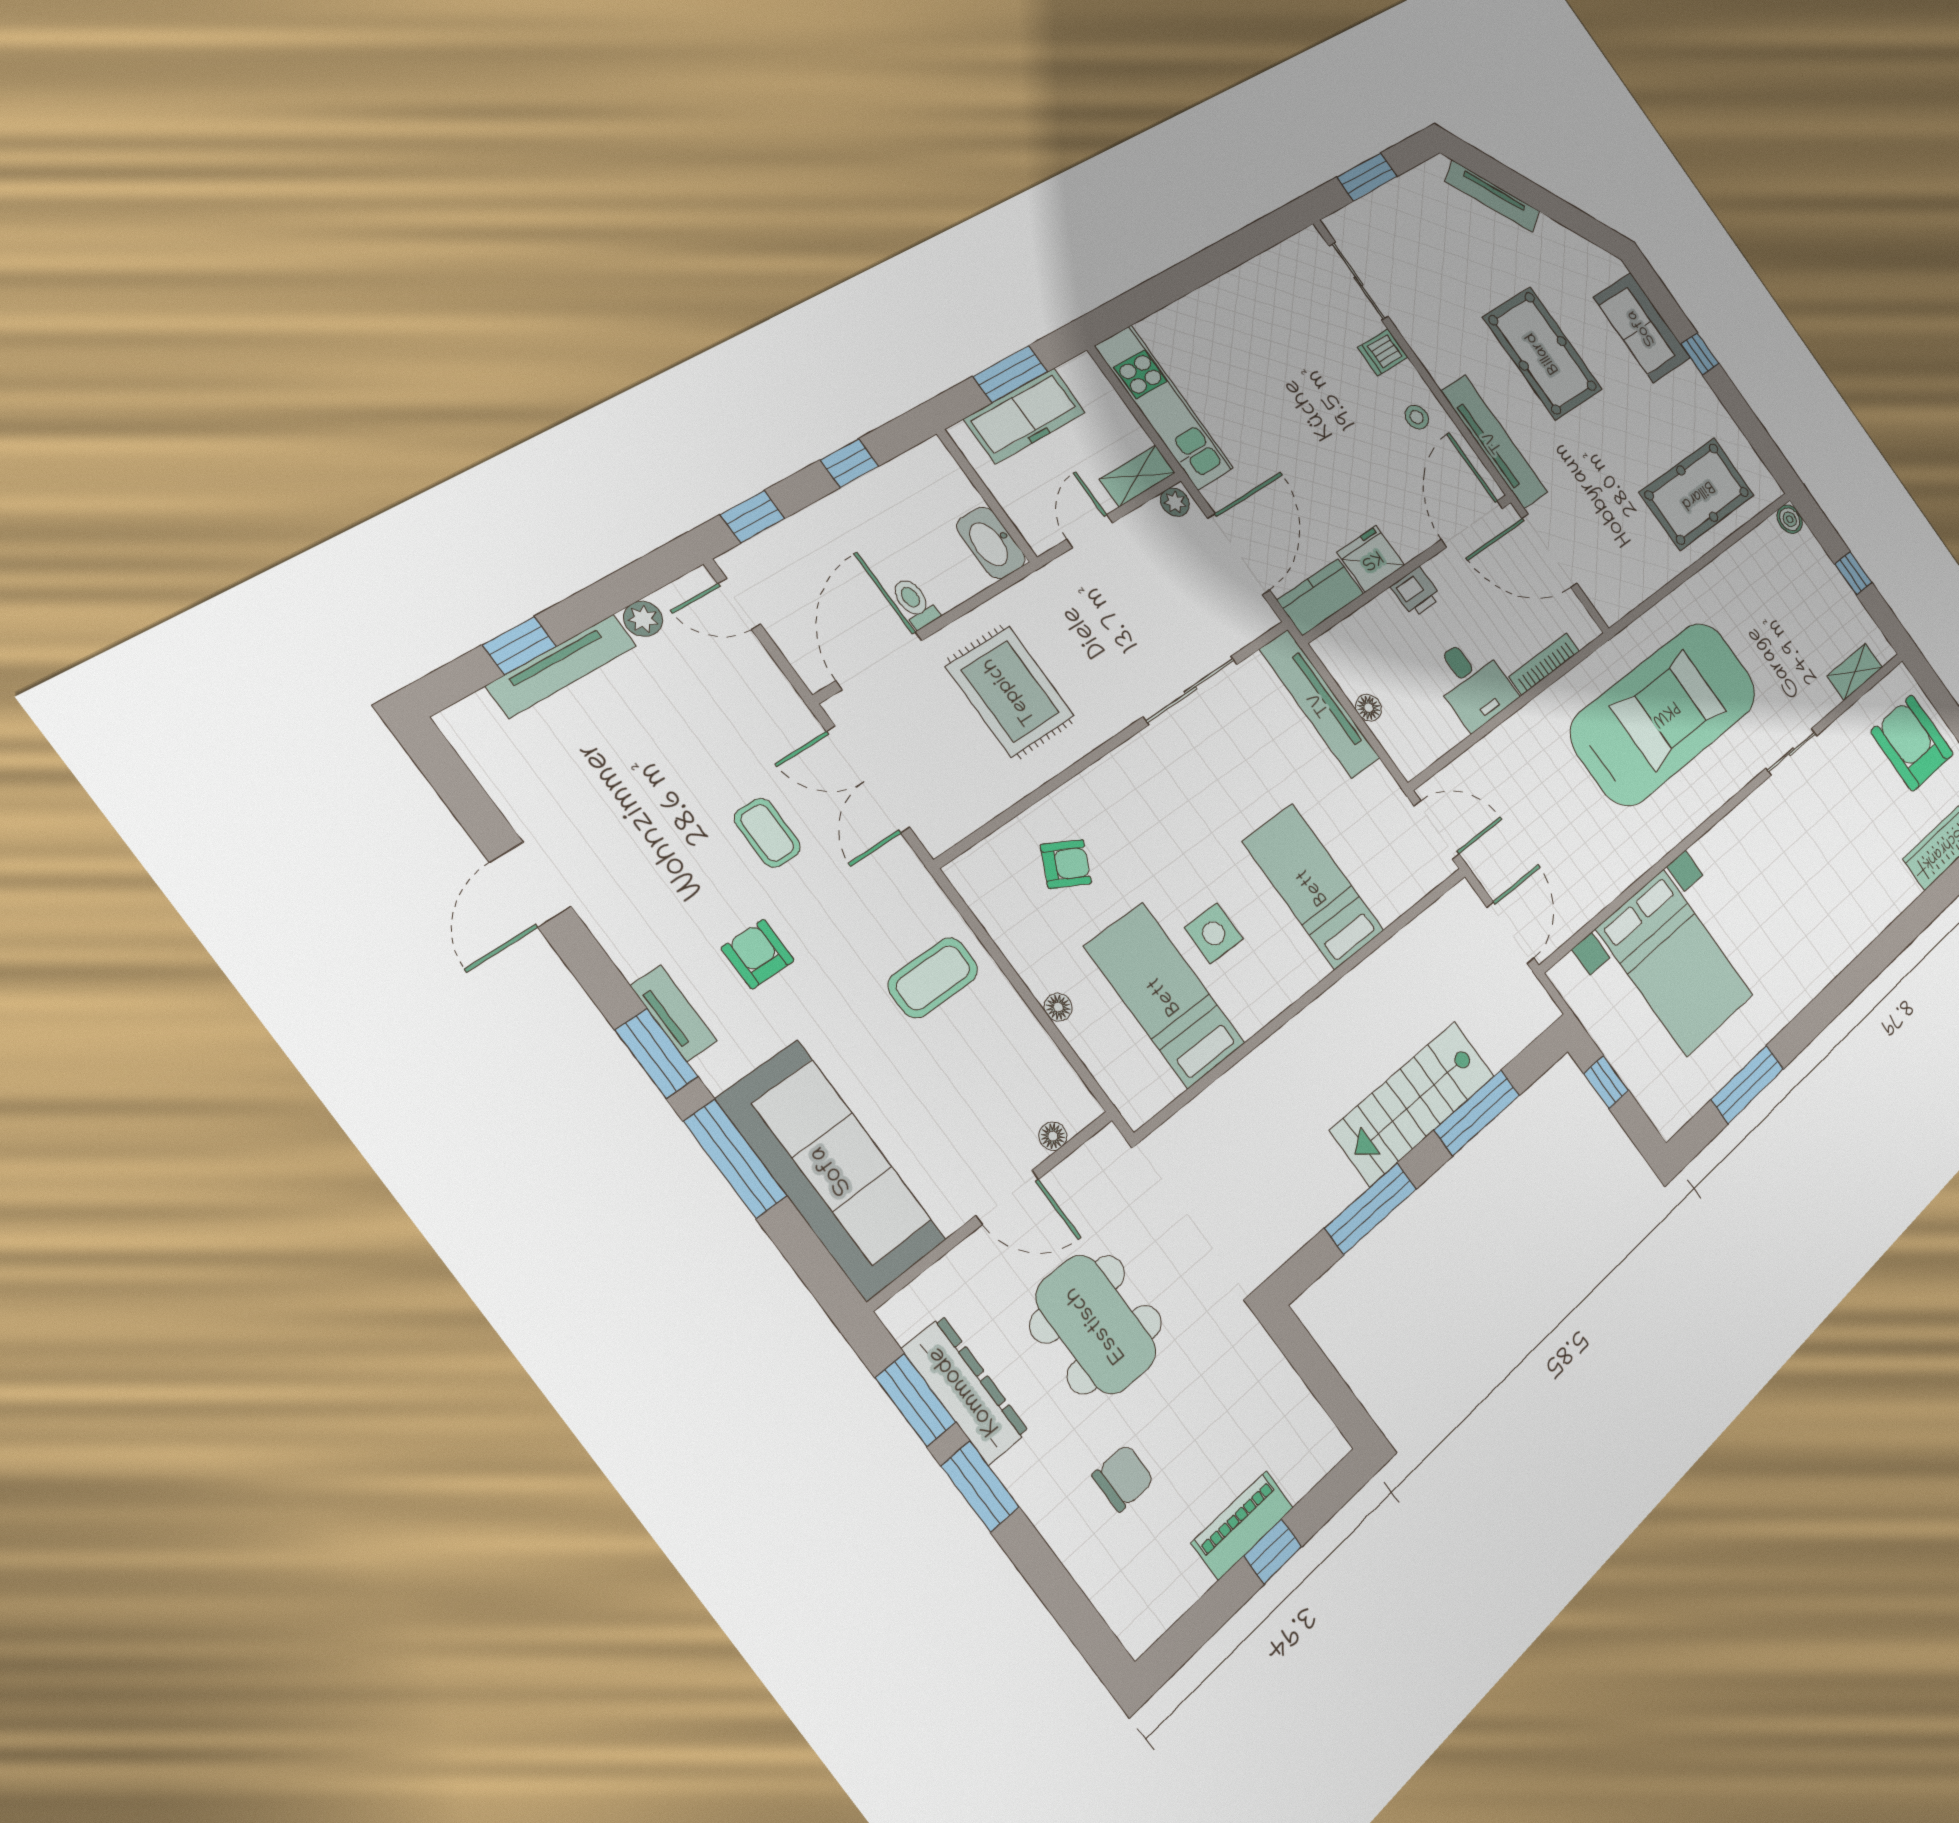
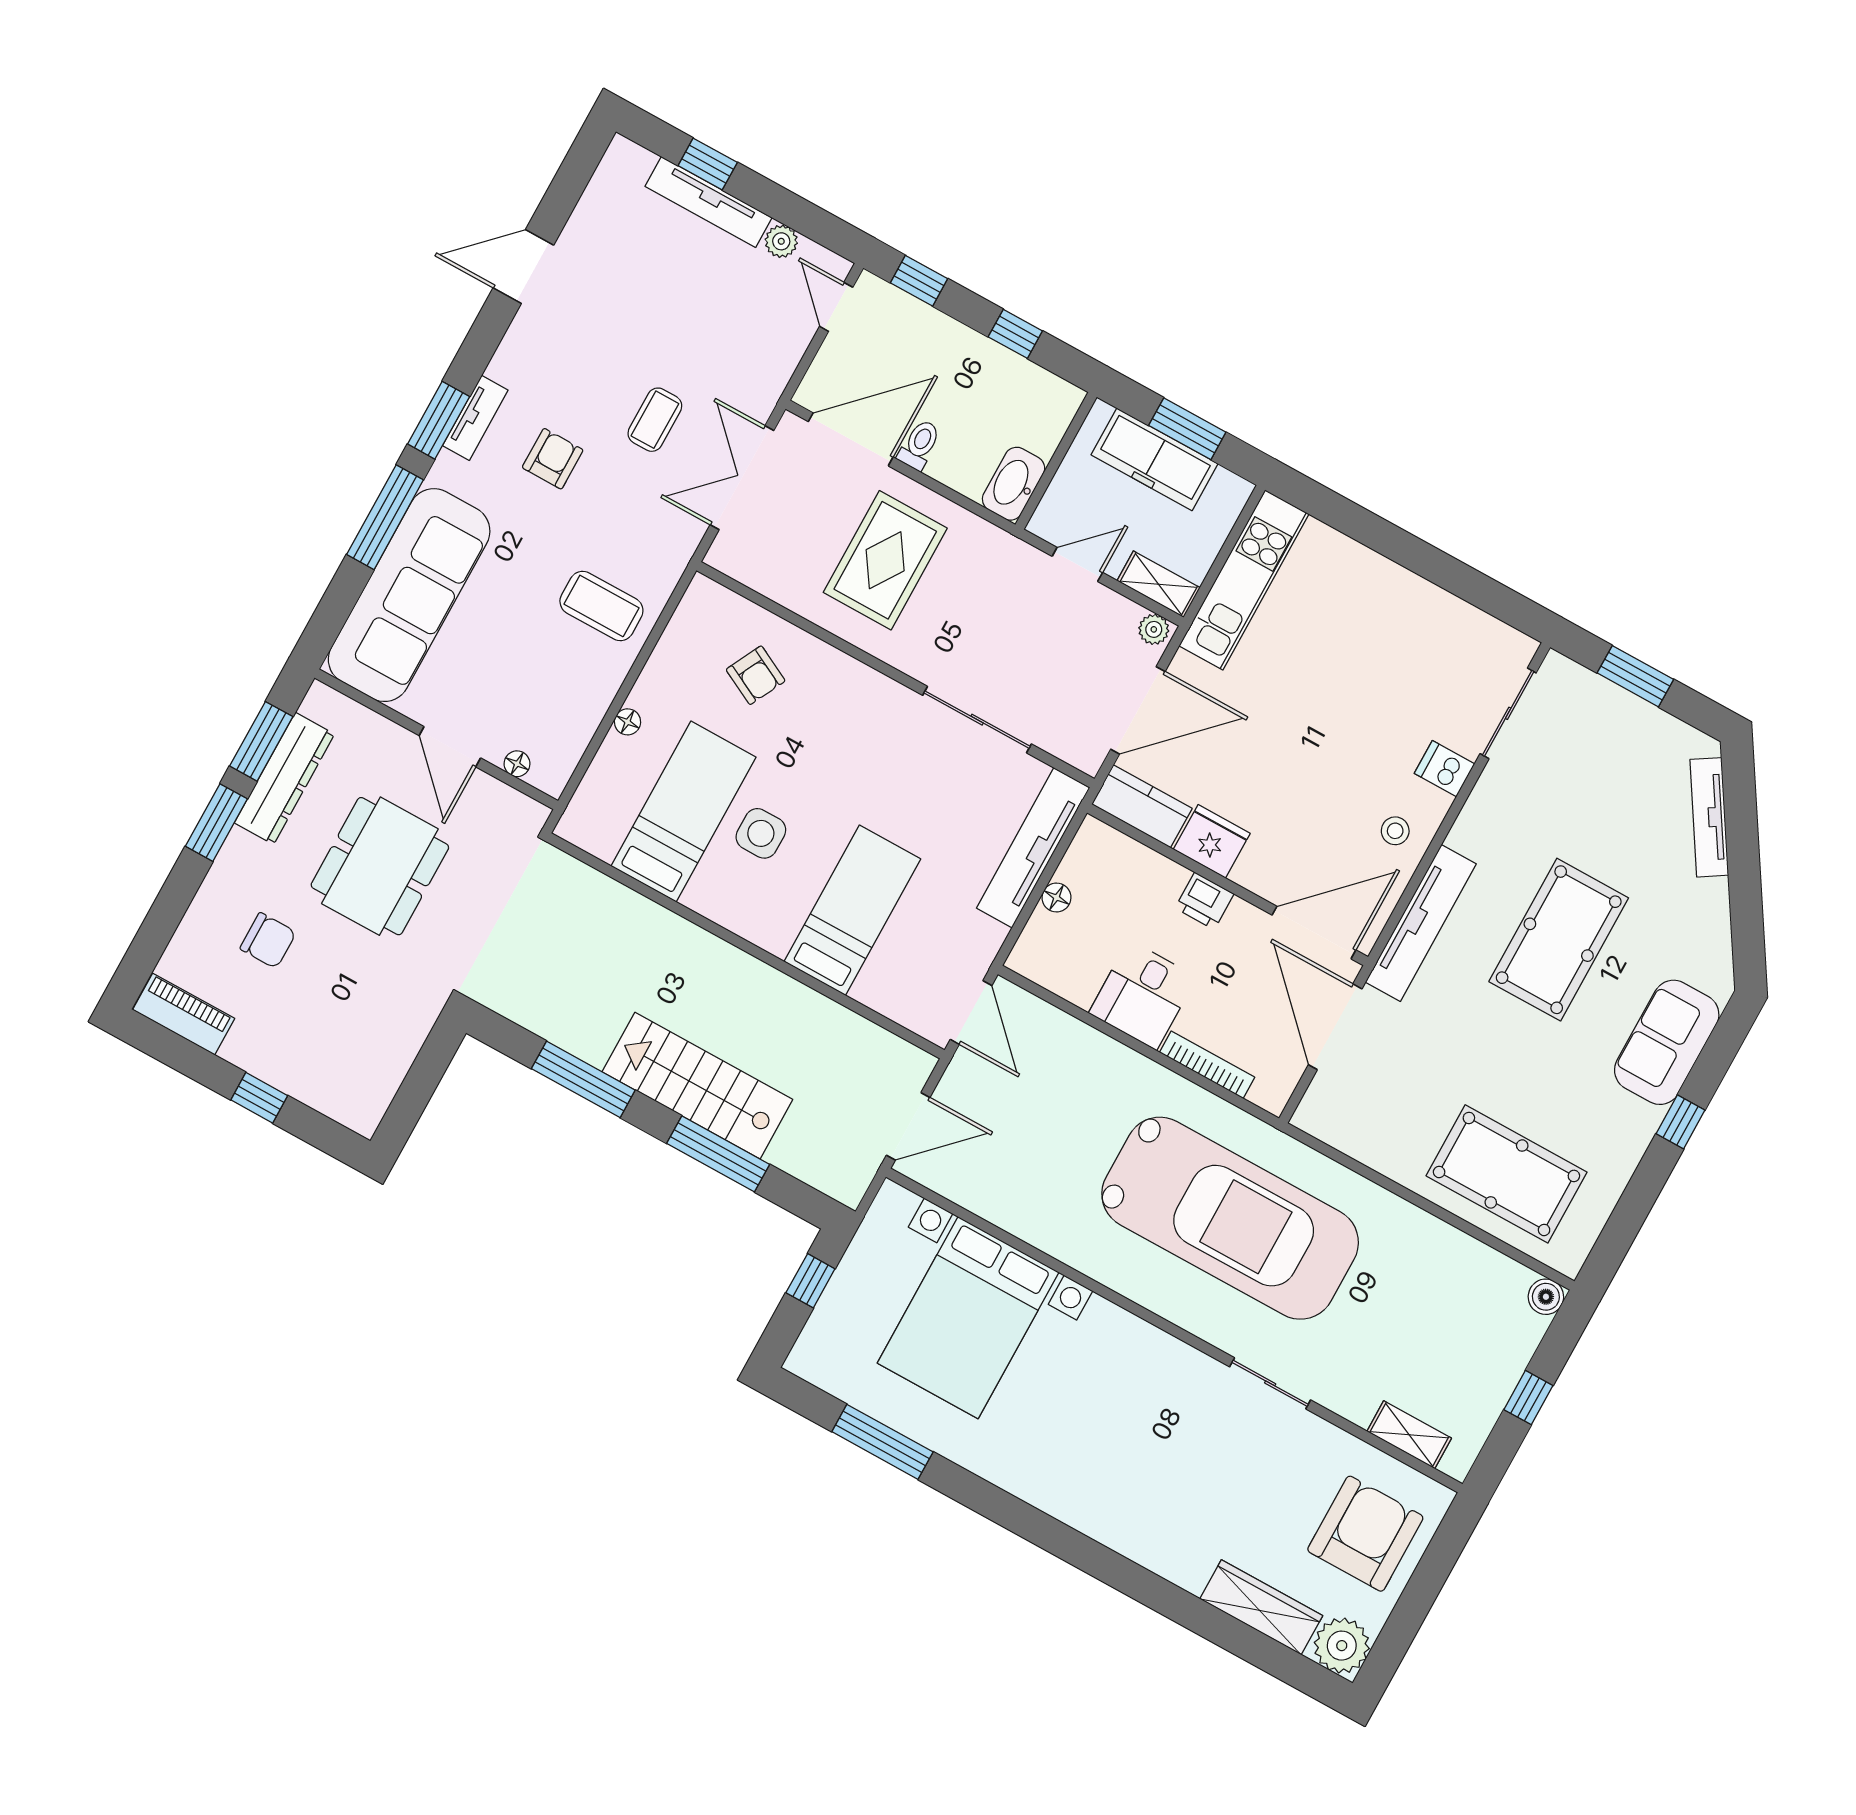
piano: (1243, 1525) -> (184, 1014), moved

